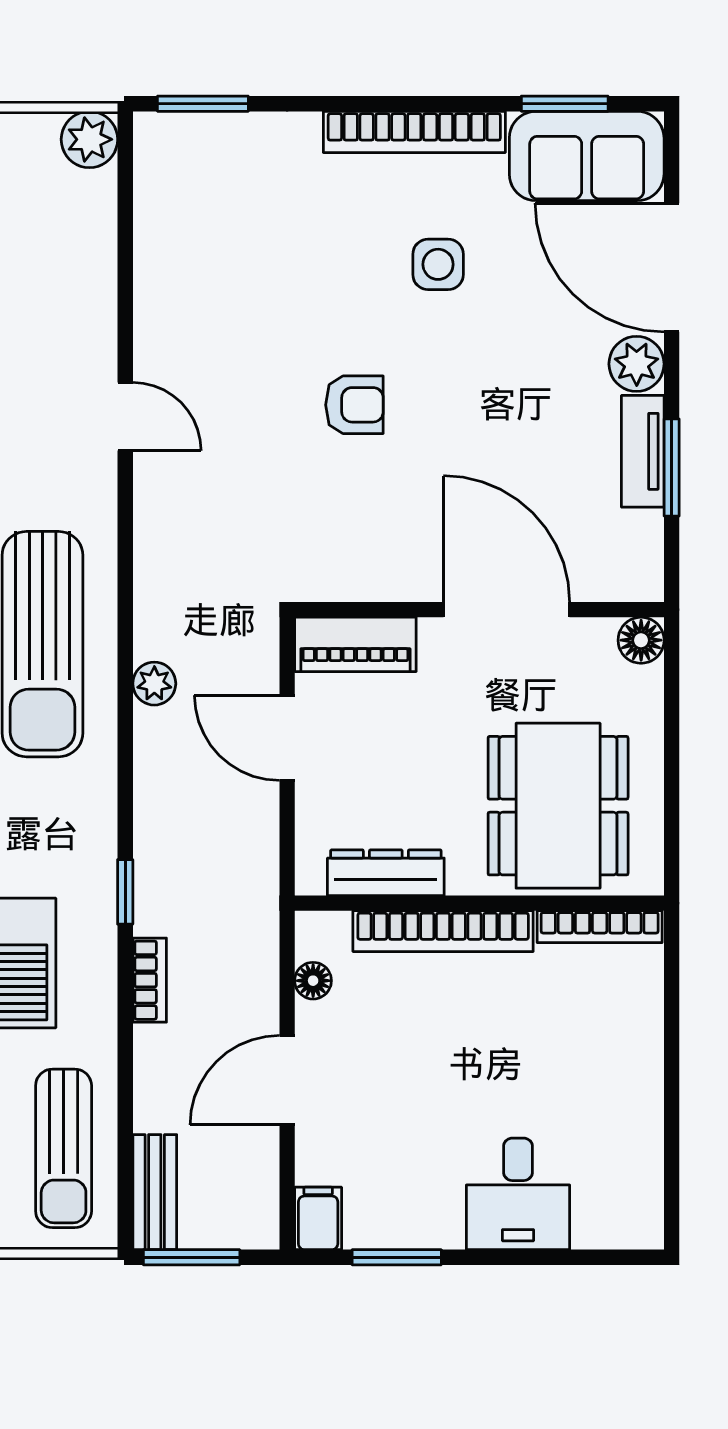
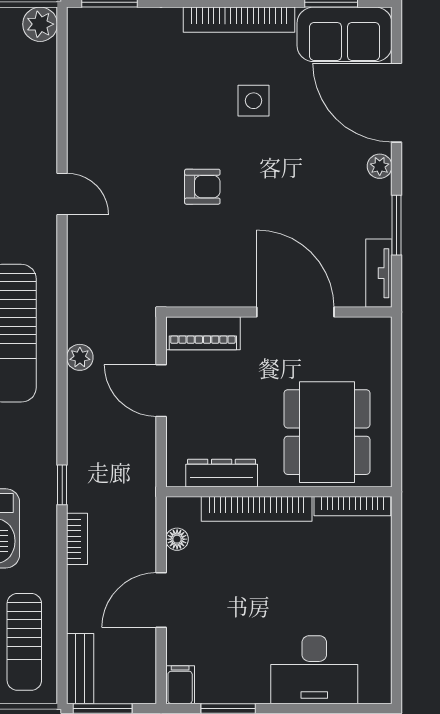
plant: (637, 364) -> (380, 166), width x0.73, depth x0.73
tv unit: (643, 451) -> (379, 273), moved
floor lamp: (641, 640) -> (378, 331), removed
desk: (518, 1194) -> (314, 670), width x1.37

